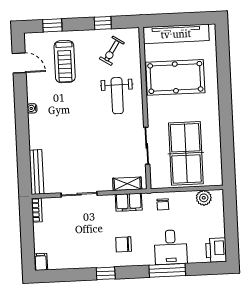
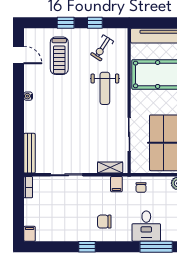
window: (52, 25) -> (66, 23), moved
filing cabinet: (129, 202) -> (116, 184), width x0.50
window: (167, 270) -> (156, 247), moved

